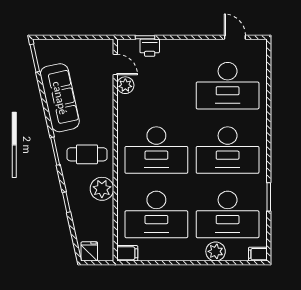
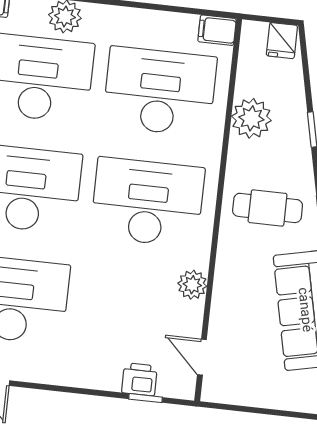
plant: (125, 85) -> (192, 285), moved
plant: (102, 189) -> (251, 118), moved

